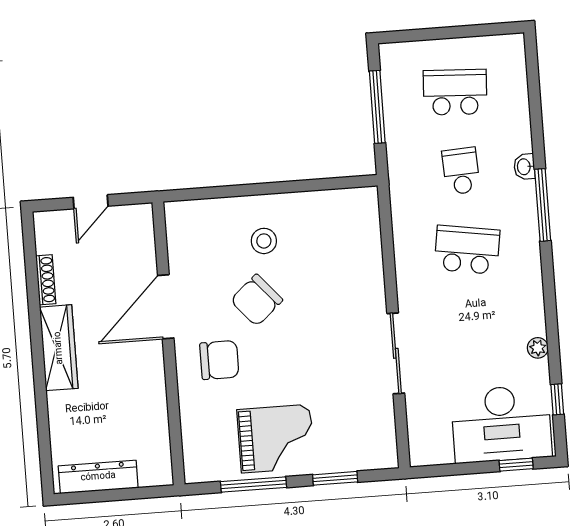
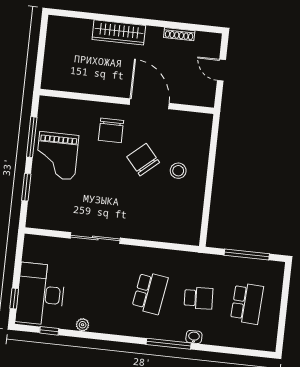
wardrobe: (59, 348) -> (119, 32), moved
dresser: (98, 477) -> (54, 44), removed

